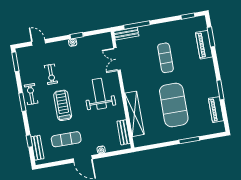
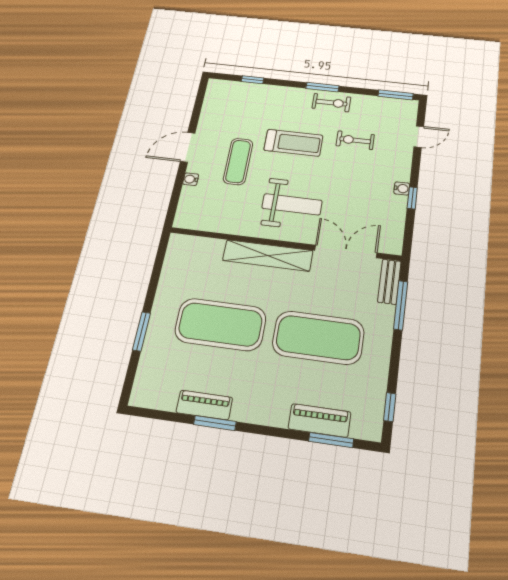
exercise mat: (165, 58) -> (318, 338), width x2.00, depth x1.45
double door: (117, 59) -> (346, 252), width x1.37
piano: (216, 110) -> (204, 405), moved
shelving: (134, 114) -> (268, 255), moved
bench: (124, 132) -> (206, 223), removed
exercise mat: (66, 139) -> (238, 161), moved
bench: (37, 148) -> (236, 88), removed

